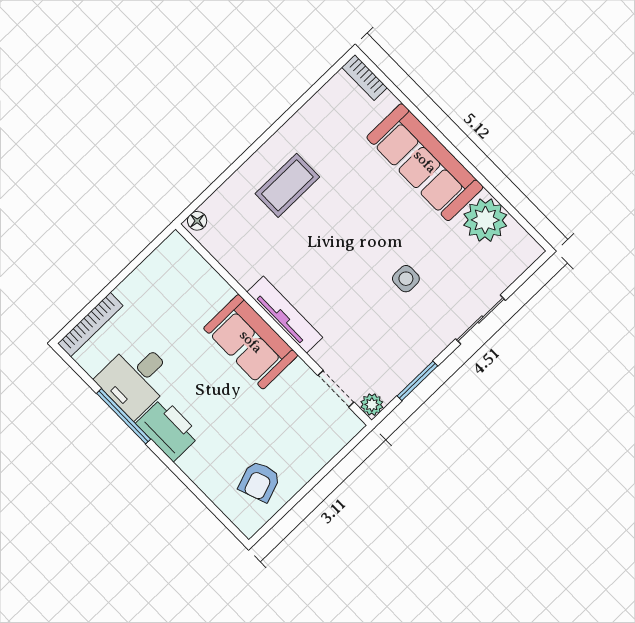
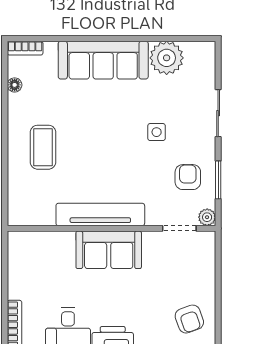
floor lamp: (197, 221) -> (15, 85), moved
tv unit: (285, 315) -> (100, 215), width x1.36, depth x1.29
armchair: (392, 350) -> (188, 177), added

